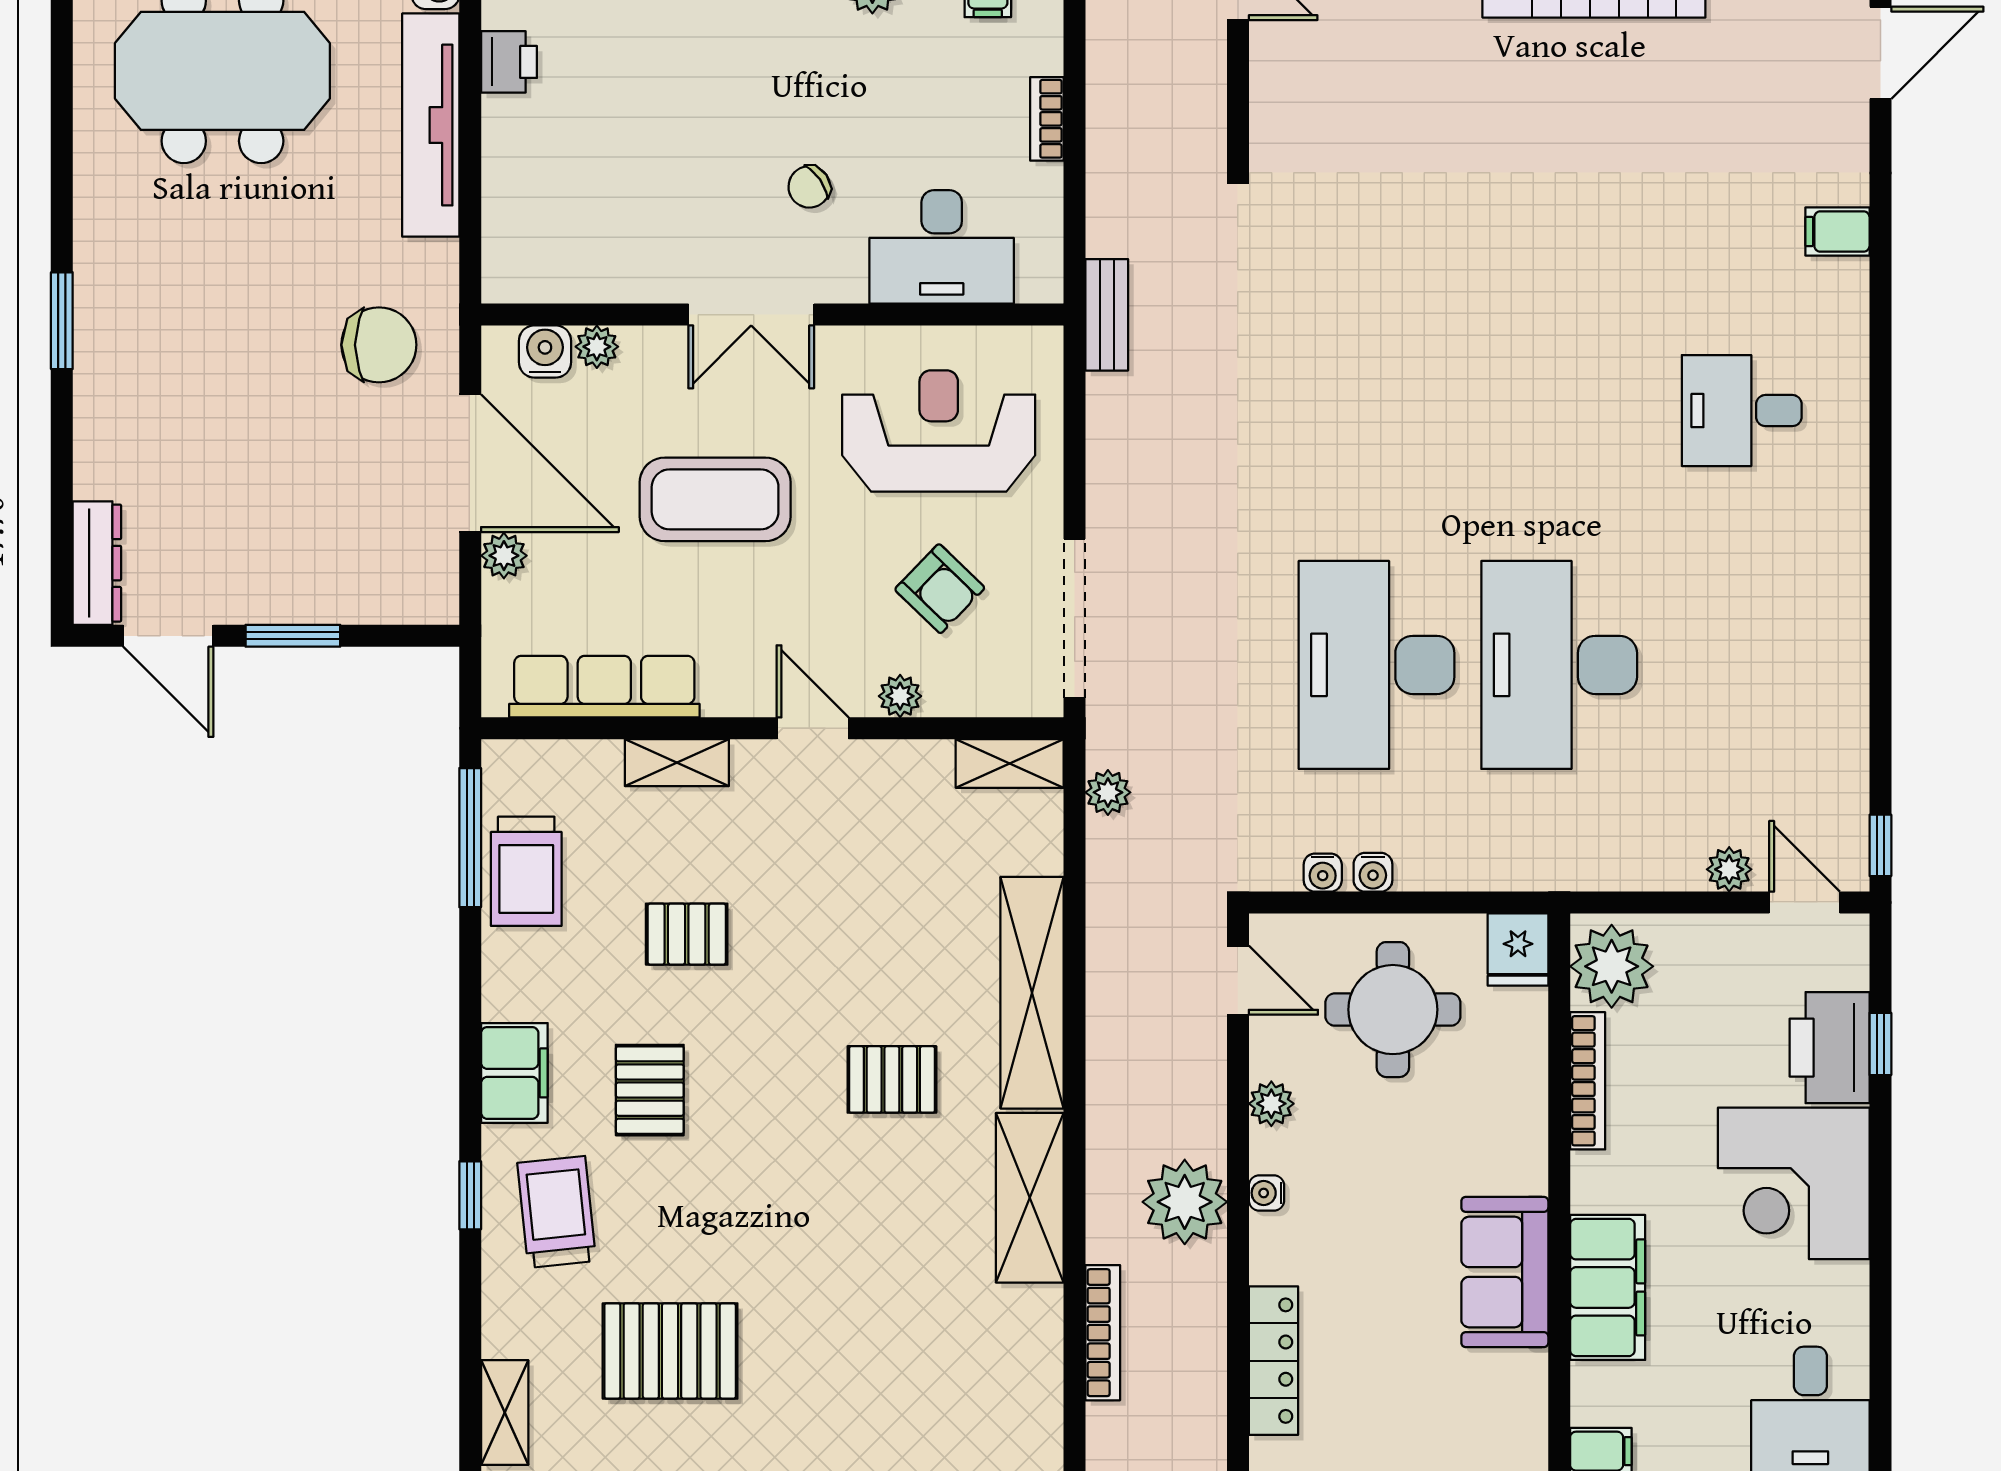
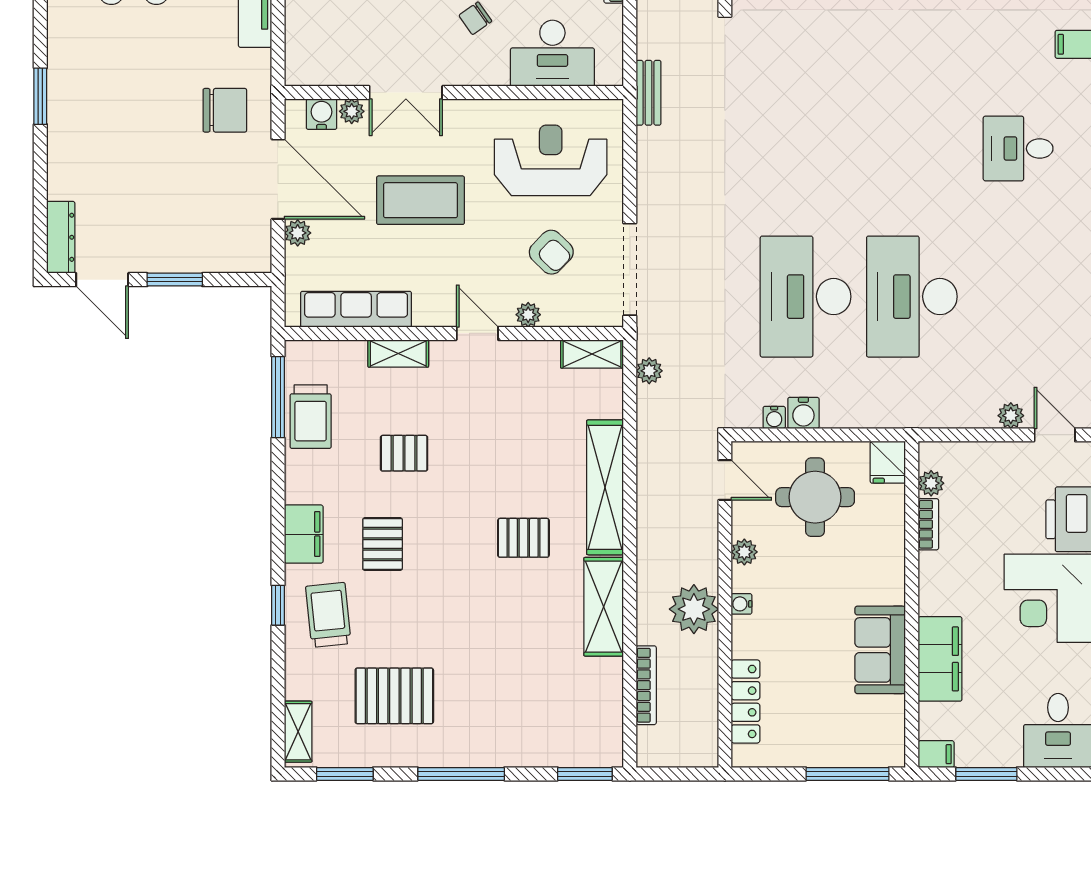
double door: (751, 315) -> (406, 93), moved
water cooler: (1373, 872) -> (803, 413), width x1.38, depth x1.38
plant: (1612, 966) -> (931, 483), width x0.53, depth x0.53
bookcase: (1588, 1081) -> (928, 524), width x0.64

